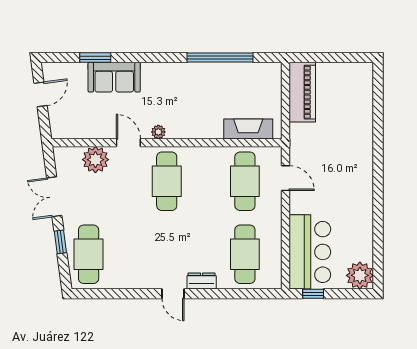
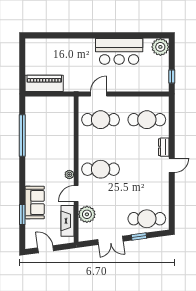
fireplace: (248, 129) -> (67, 221), moved
bar counter: (310, 252) -> (119, 51), moved, turned 180

